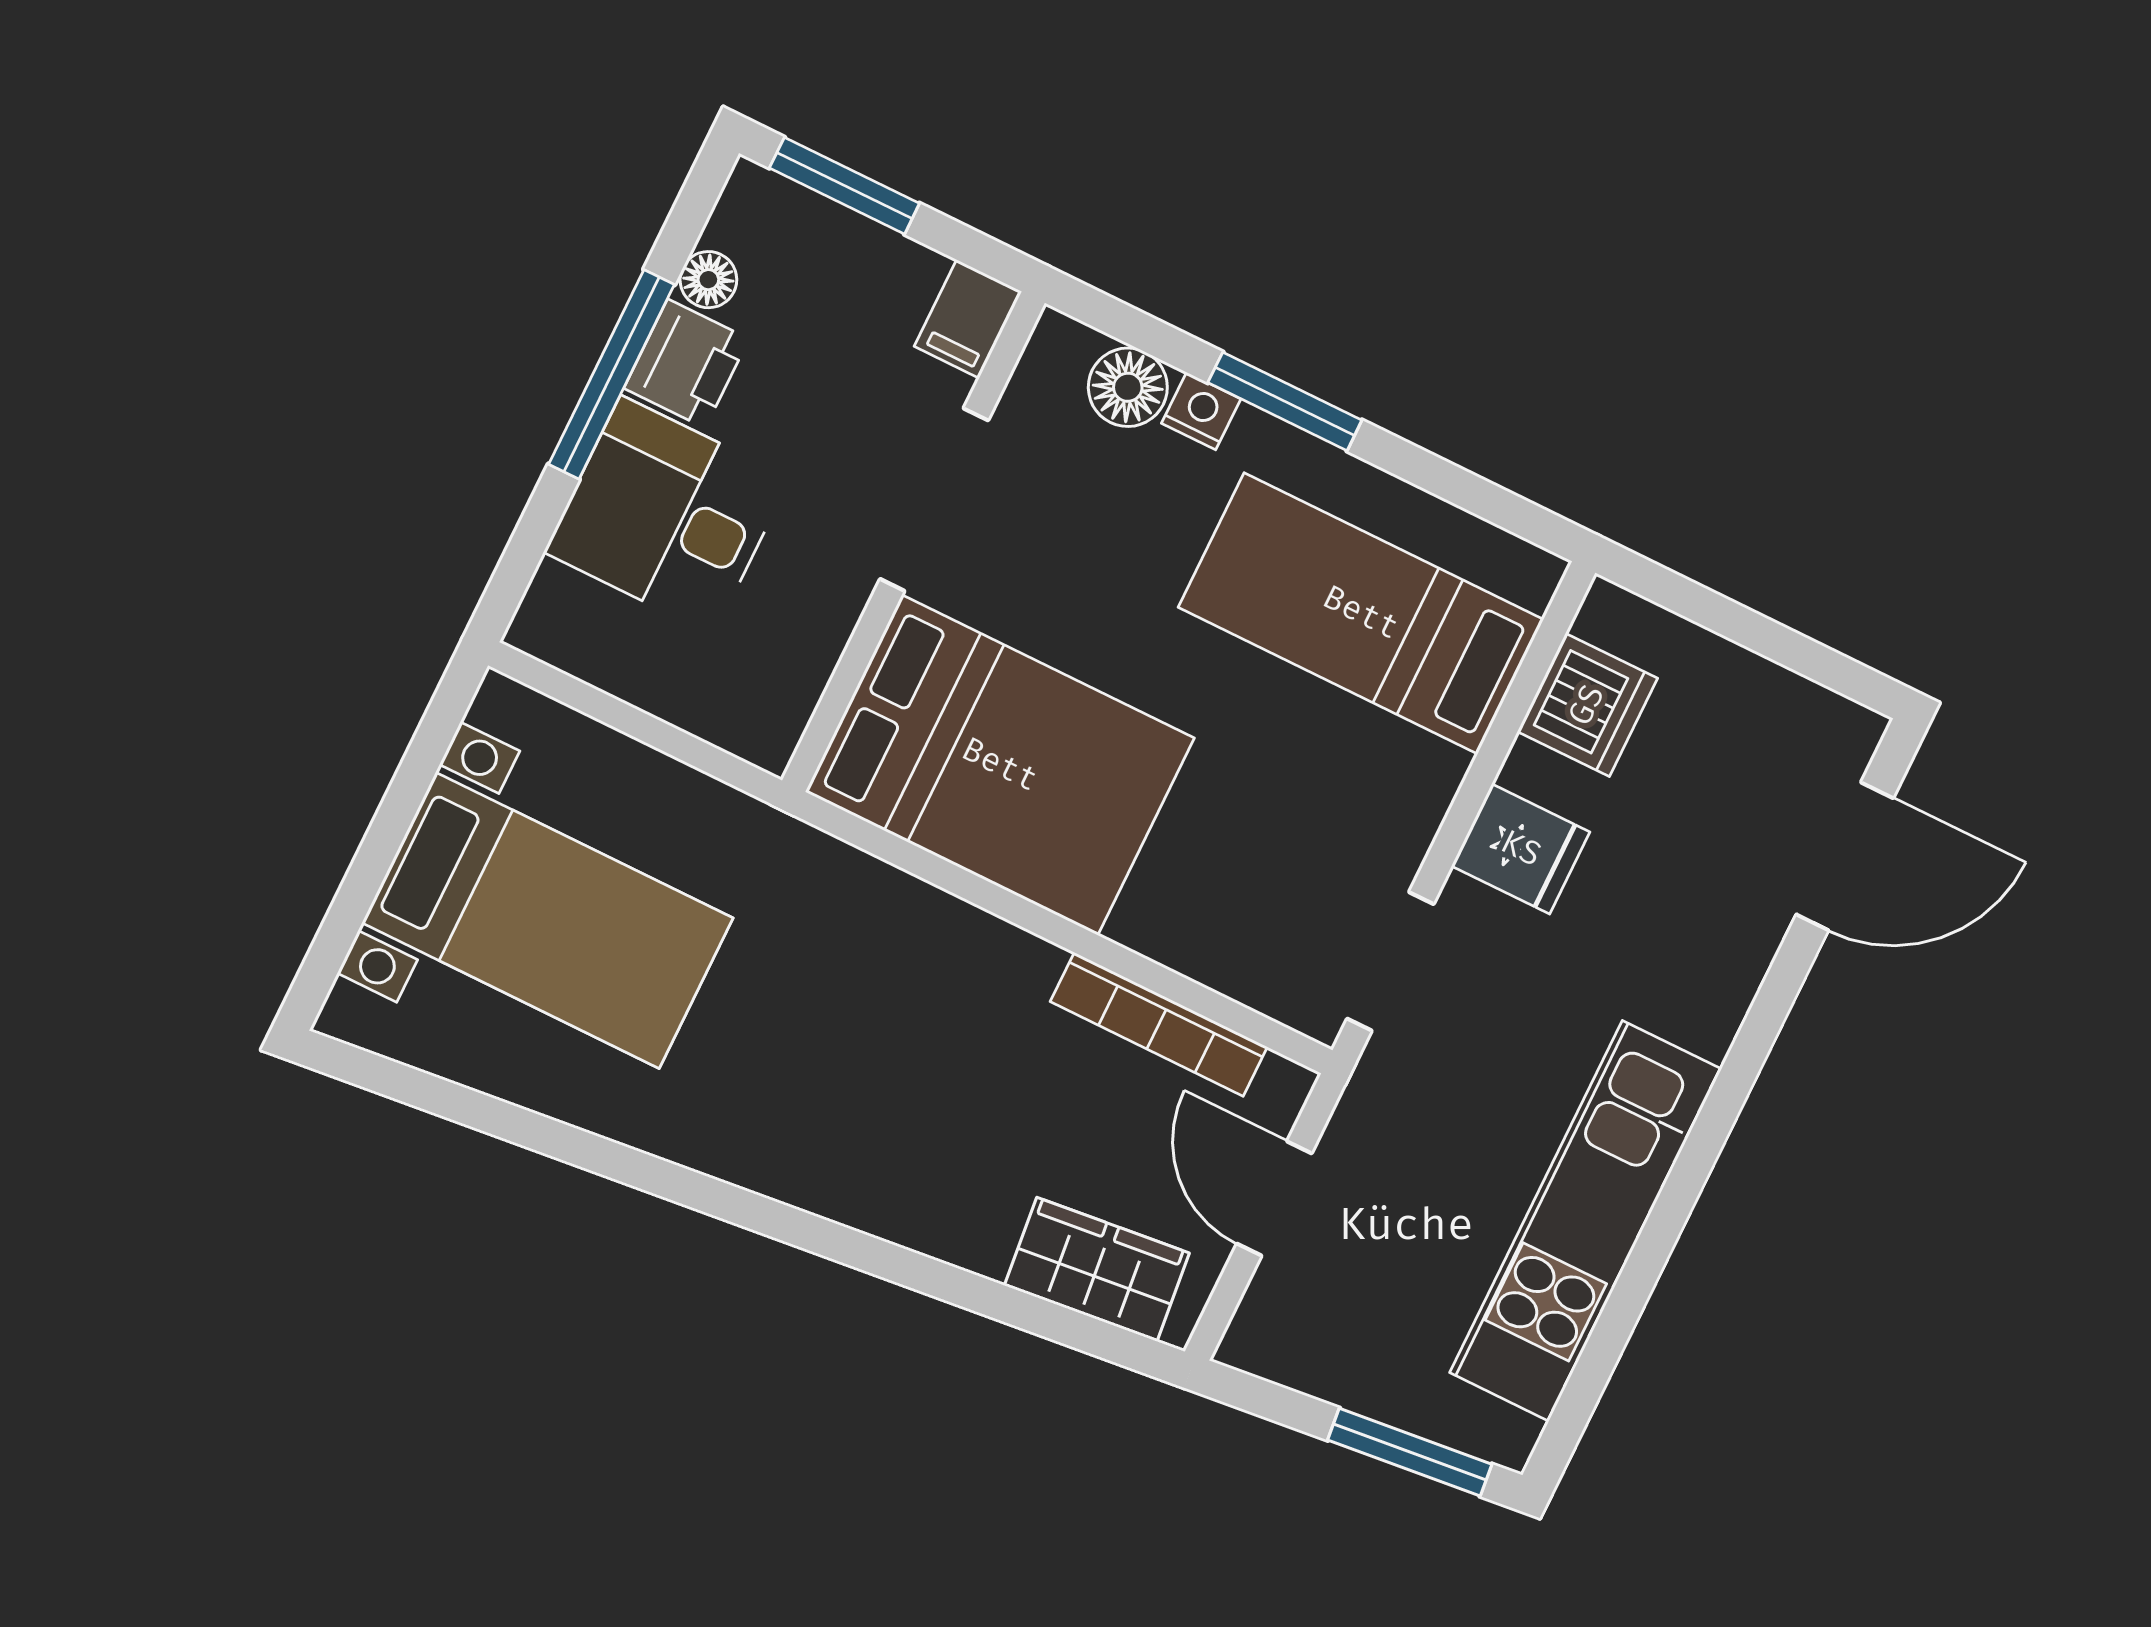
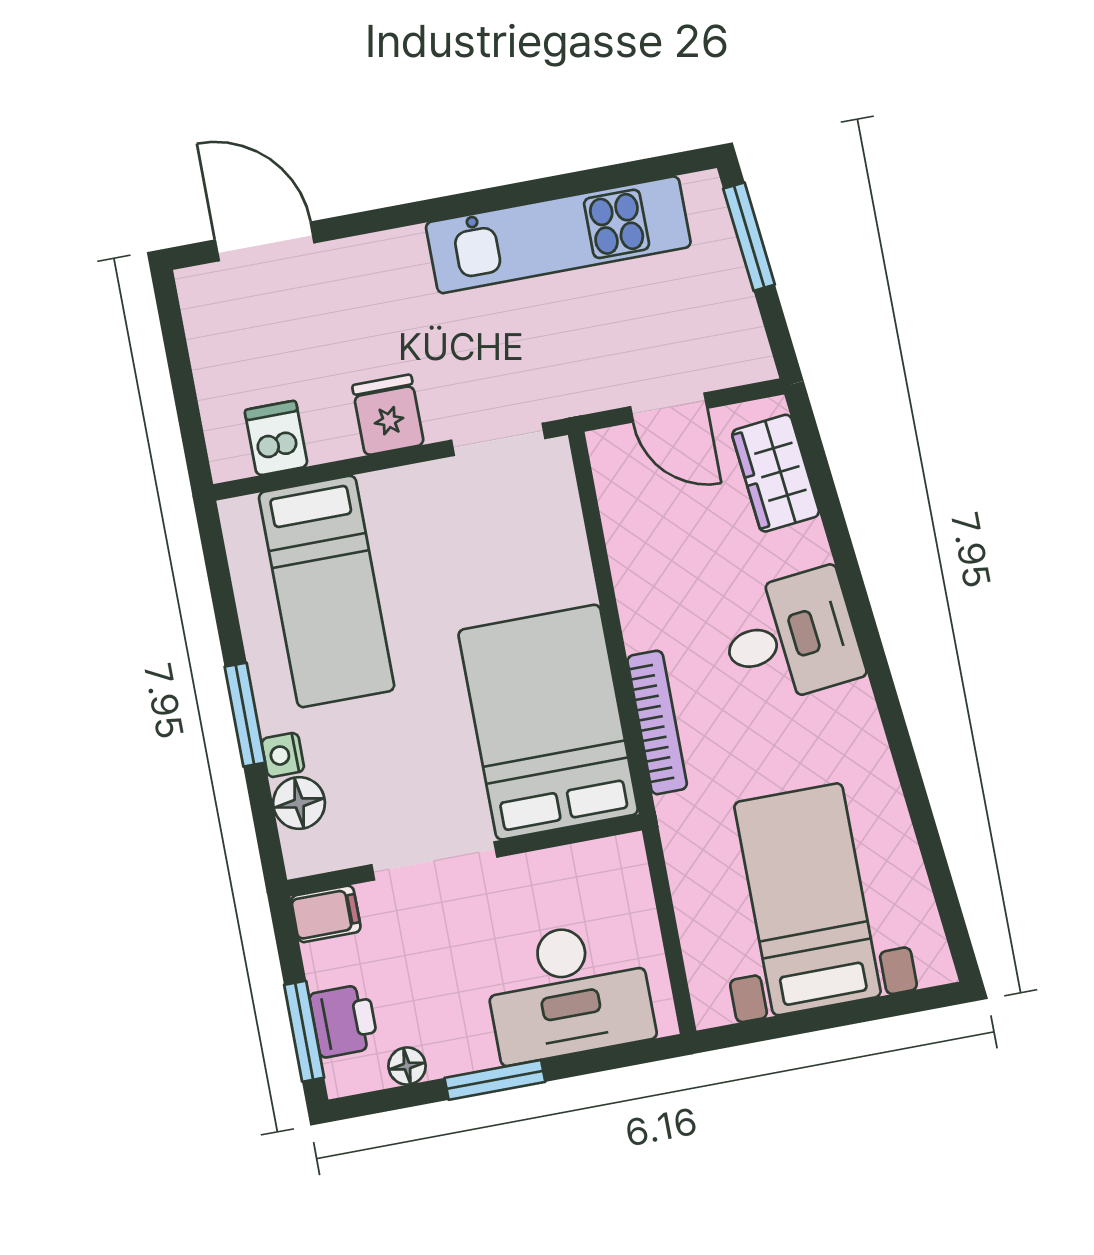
printer: (686, 364) -> (344, 1021), moved, turned 90
window: (612, 374) -> (495, 1080), width x0.69
desk: (667, 515) -> (568, 991), width x1.37
dishwasher: (1587, 705) -> (276, 438), width x0.73
bookcase: (1159, 1024) -> (657, 722), moved
desk: (883, 1138) -> (791, 637), added
door: (1274, 1199) -> (669, 407), hinge flipped

